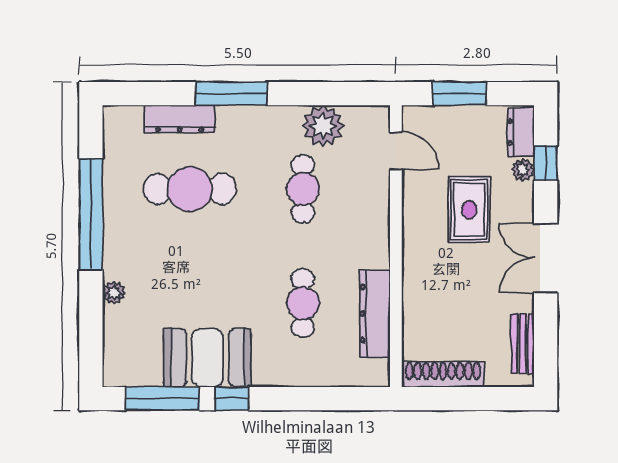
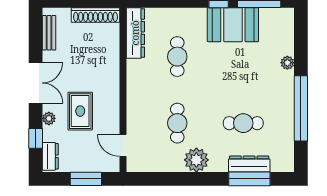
window: (231, 94) -> (249, 179), moved
plant: (323, 126) -> (196, 160), moved
plant: (523, 170) -> (49, 118), moved
cafe table: (190, 189) -> (243, 123), width x0.73, depth x0.74
dresser: (375, 314) -> (135, 33), moved

